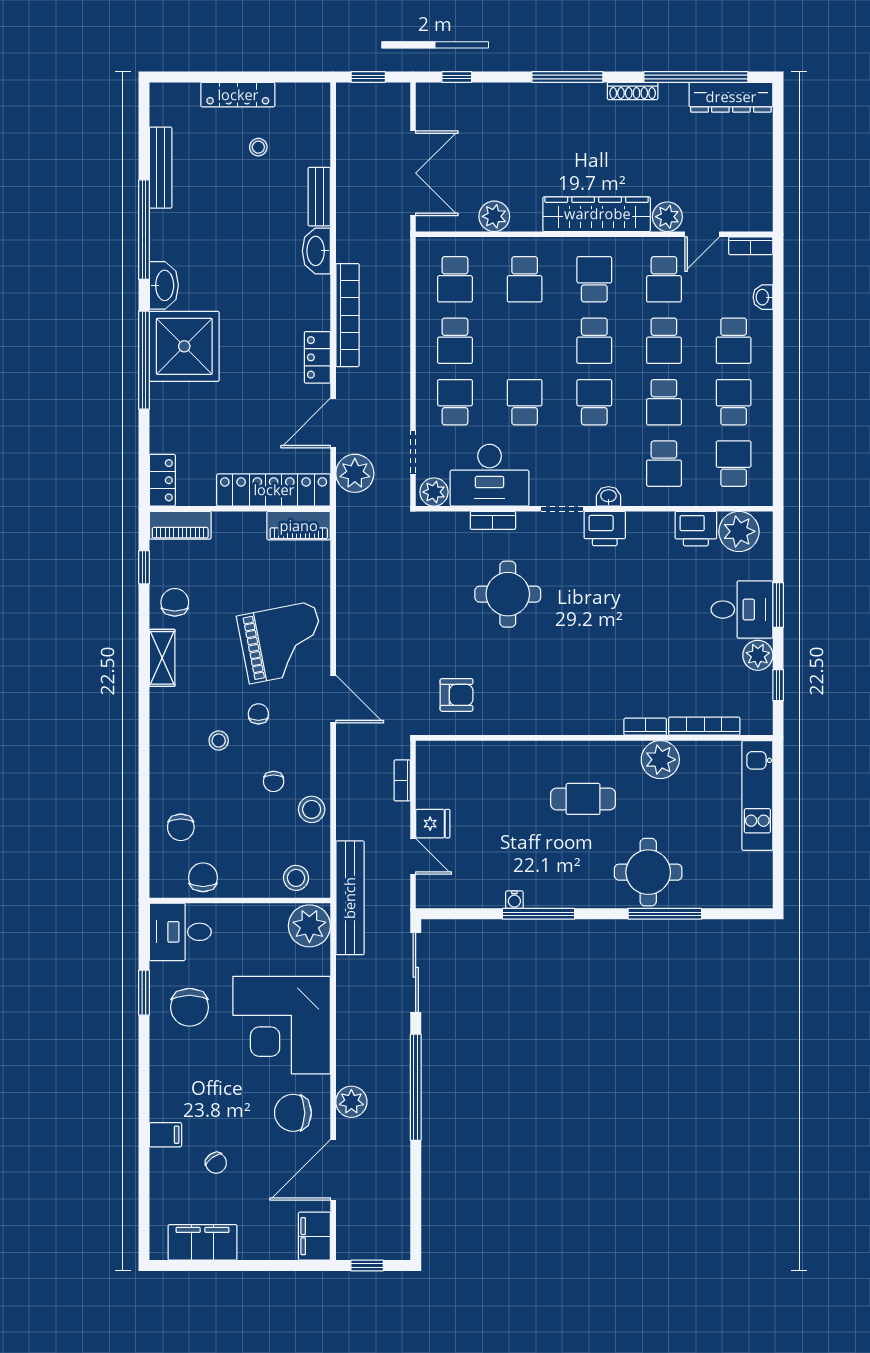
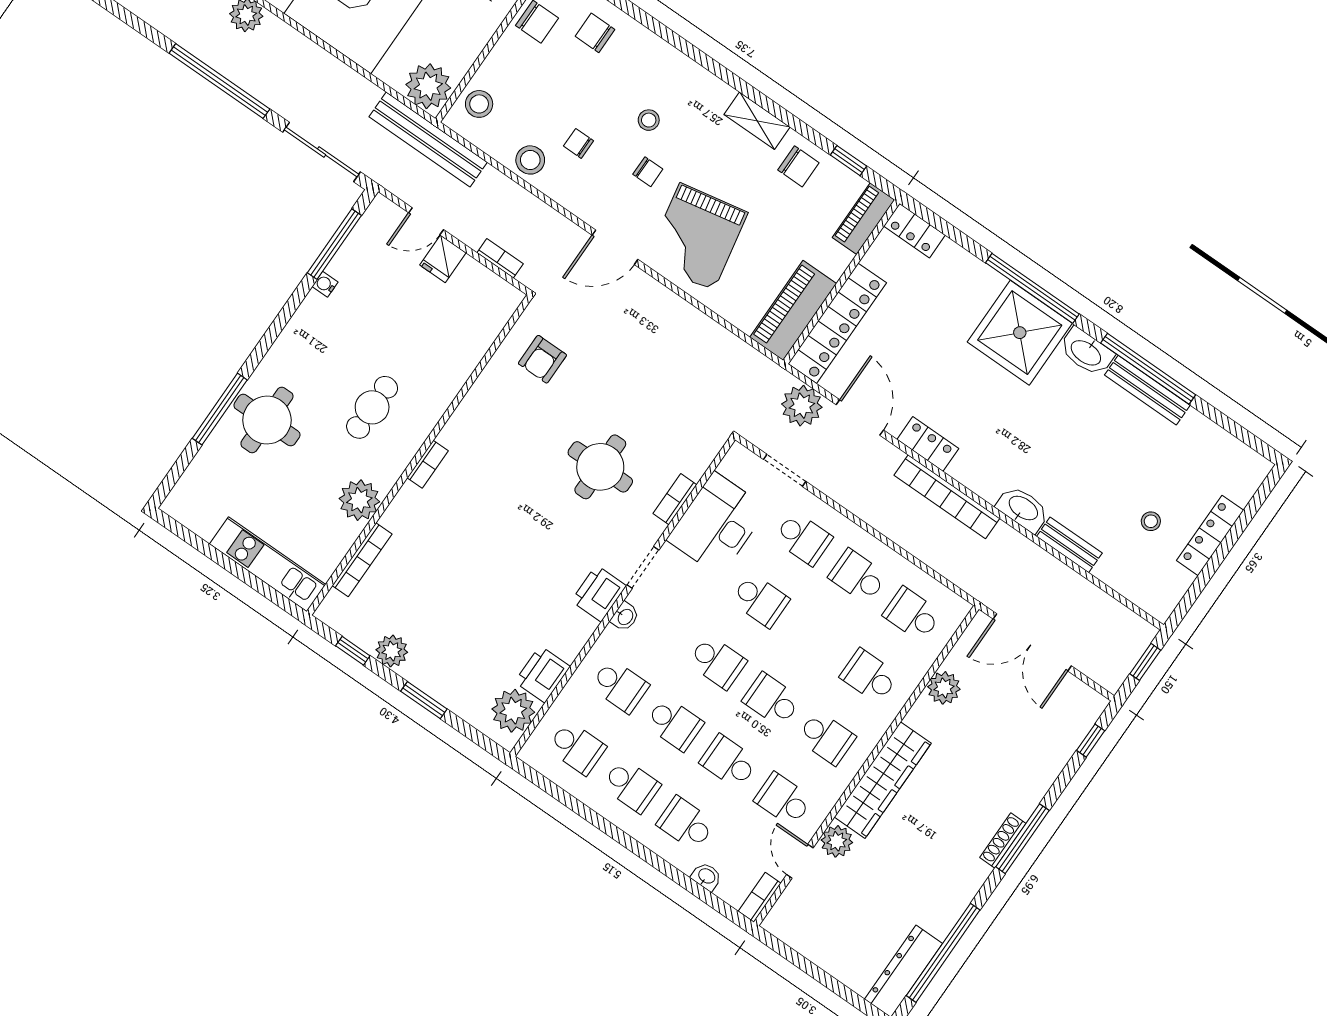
shoe rack: (633, 91) -> (1003, 841), moved
bench: (161, 168) -> (1147, 390), moved
school desk: (664, 402) -> (674, 724), turned 180
school desk: (664, 464) -> (620, 686), turned 180
plant: (434, 492) -> (736, 464), removed
piano: (299, 526) -> (793, 310), width x1.37, depth x1.33
desk: (742, 610) -> (442, 665), removed
bookcase: (645, 727) -> (428, 464), moved
window: (539, 914) -> (334, 244), moved

